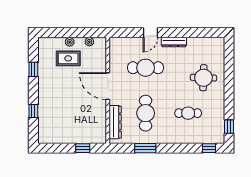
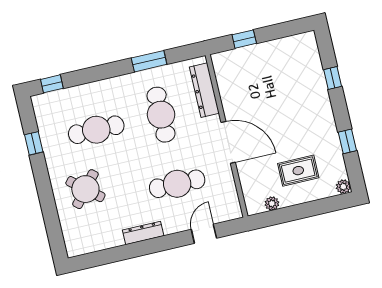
door: (150, 33) -> (204, 234), moved
plant: (70, 42) -> (343, 187), moved
round table: (203, 78) -> (85, 189), turned 38
cafe table: (188, 113) -> (96, 130), width x1.37, depth x1.35
window: (229, 127) -> (34, 143), moved

